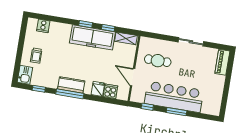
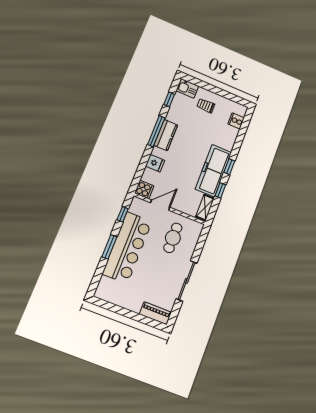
sliding door: (191, 42) -> (187, 281), width x1.37
cooker: (110, 91) -> (144, 190), moved

